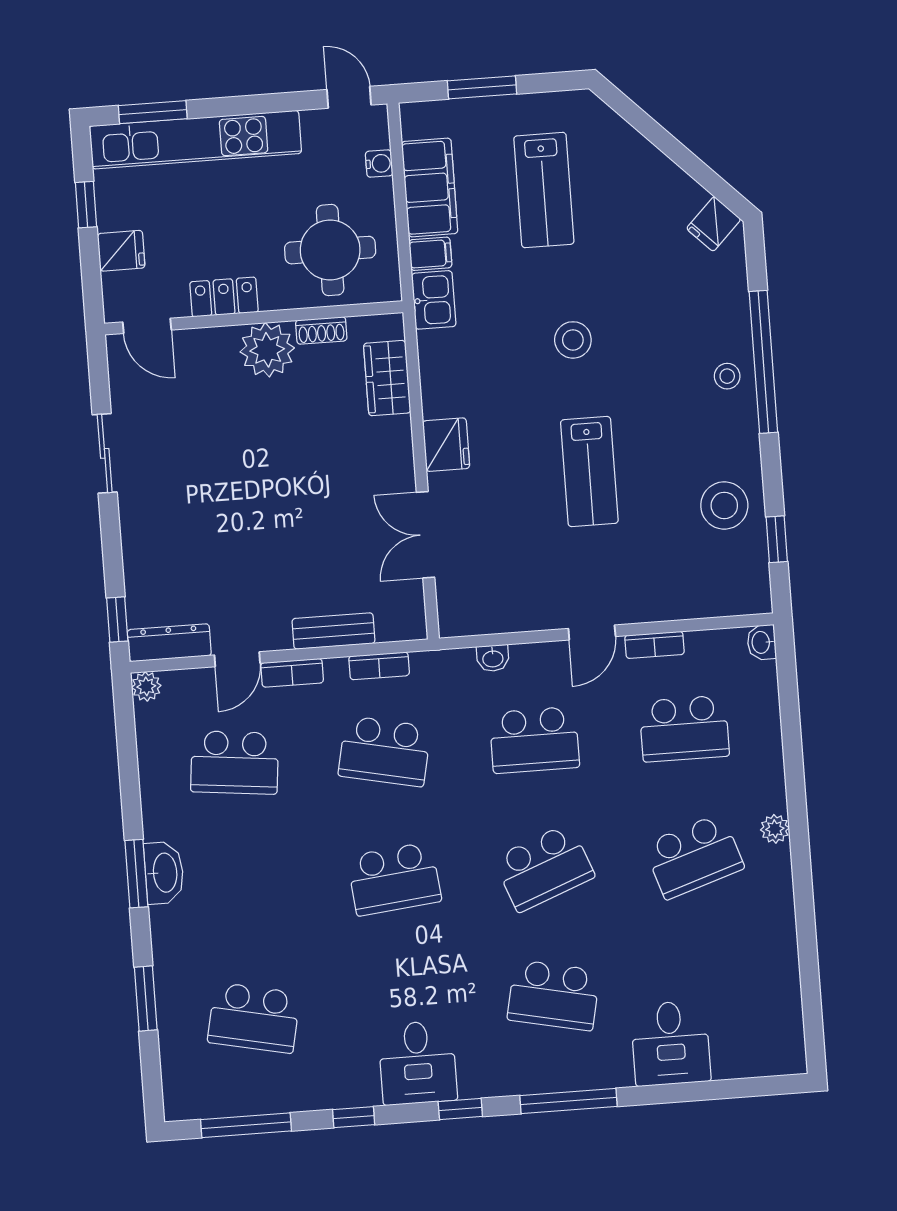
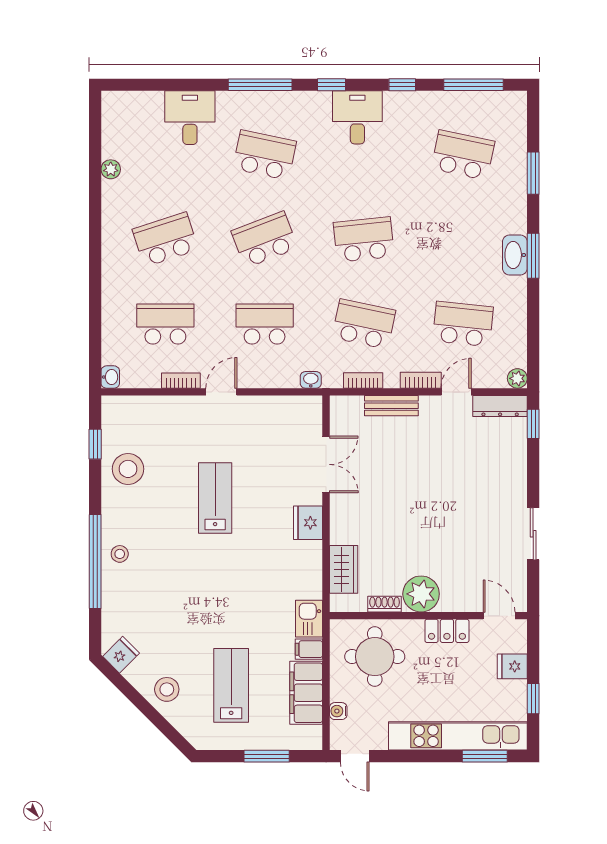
stool: (573, 340) -> (167, 689), moved
washbasin: (493, 658) -> (311, 380), moved
plant: (775, 829) -> (111, 169), moved

